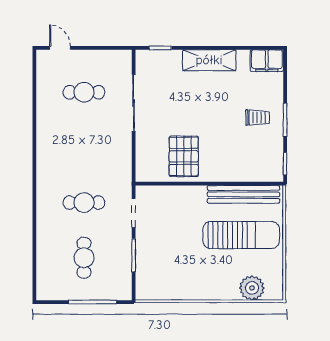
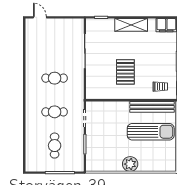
cafe table: (84, 92) -> (55, 78), moved
trolley: (258, 118) -> (160, 87), moved
pallet: (184, 156) -> (125, 72), moved
plant: (252, 288) -> (130, 164), moved

